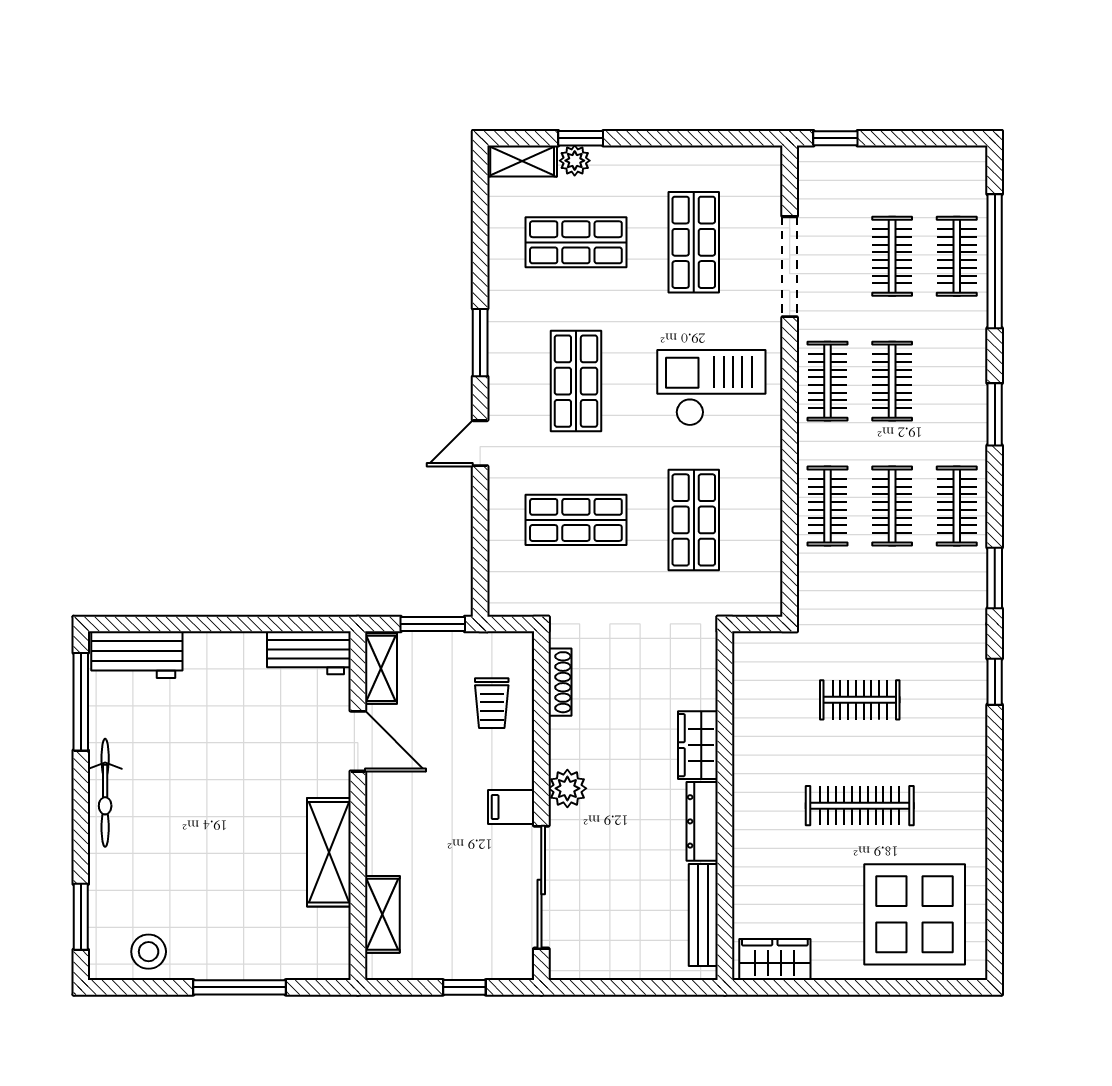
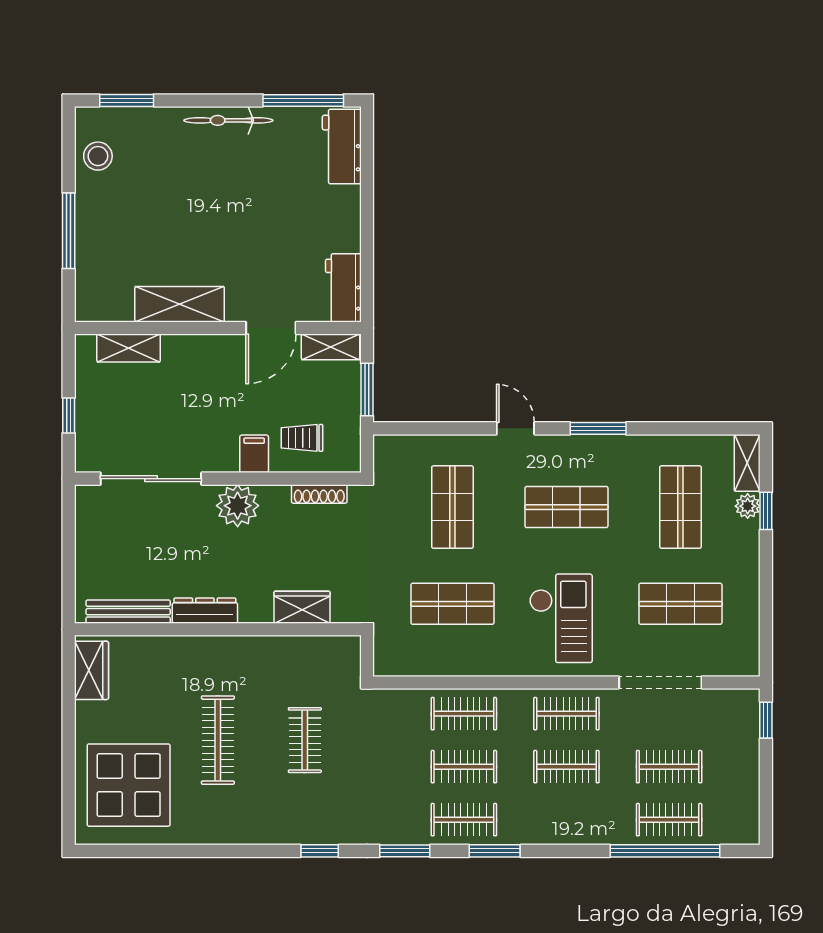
window: (995, 414) -> (495, 851), moved
wardrobe: (698, 745) -> (302, 607), moved
plant: (567, 788) -> (238, 506), width x1.36, depth x1.36
filing cabinet: (511, 807) -> (254, 454), moved

